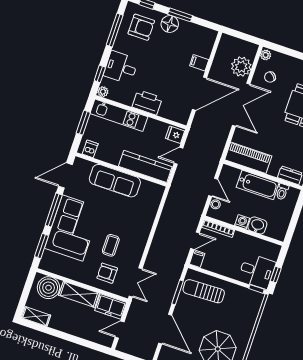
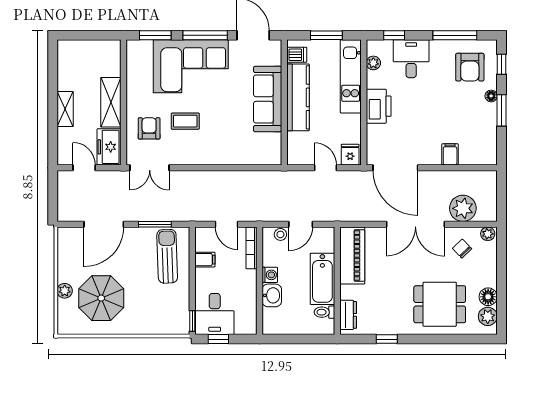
floor lamp: (170, 24) -> (491, 96), width x0.53, depth x0.53
plant: (103, 92) -> (373, 63), moved
door: (199, 94) -> (395, 168), moved
kitchen counter: (145, 166) -> (298, 97), moved
filing cabinet: (197, 259) -> (205, 260), moved
boiler: (49, 288) -> (106, 61), removed
shelving: (36, 316) -> (65, 109), moved

